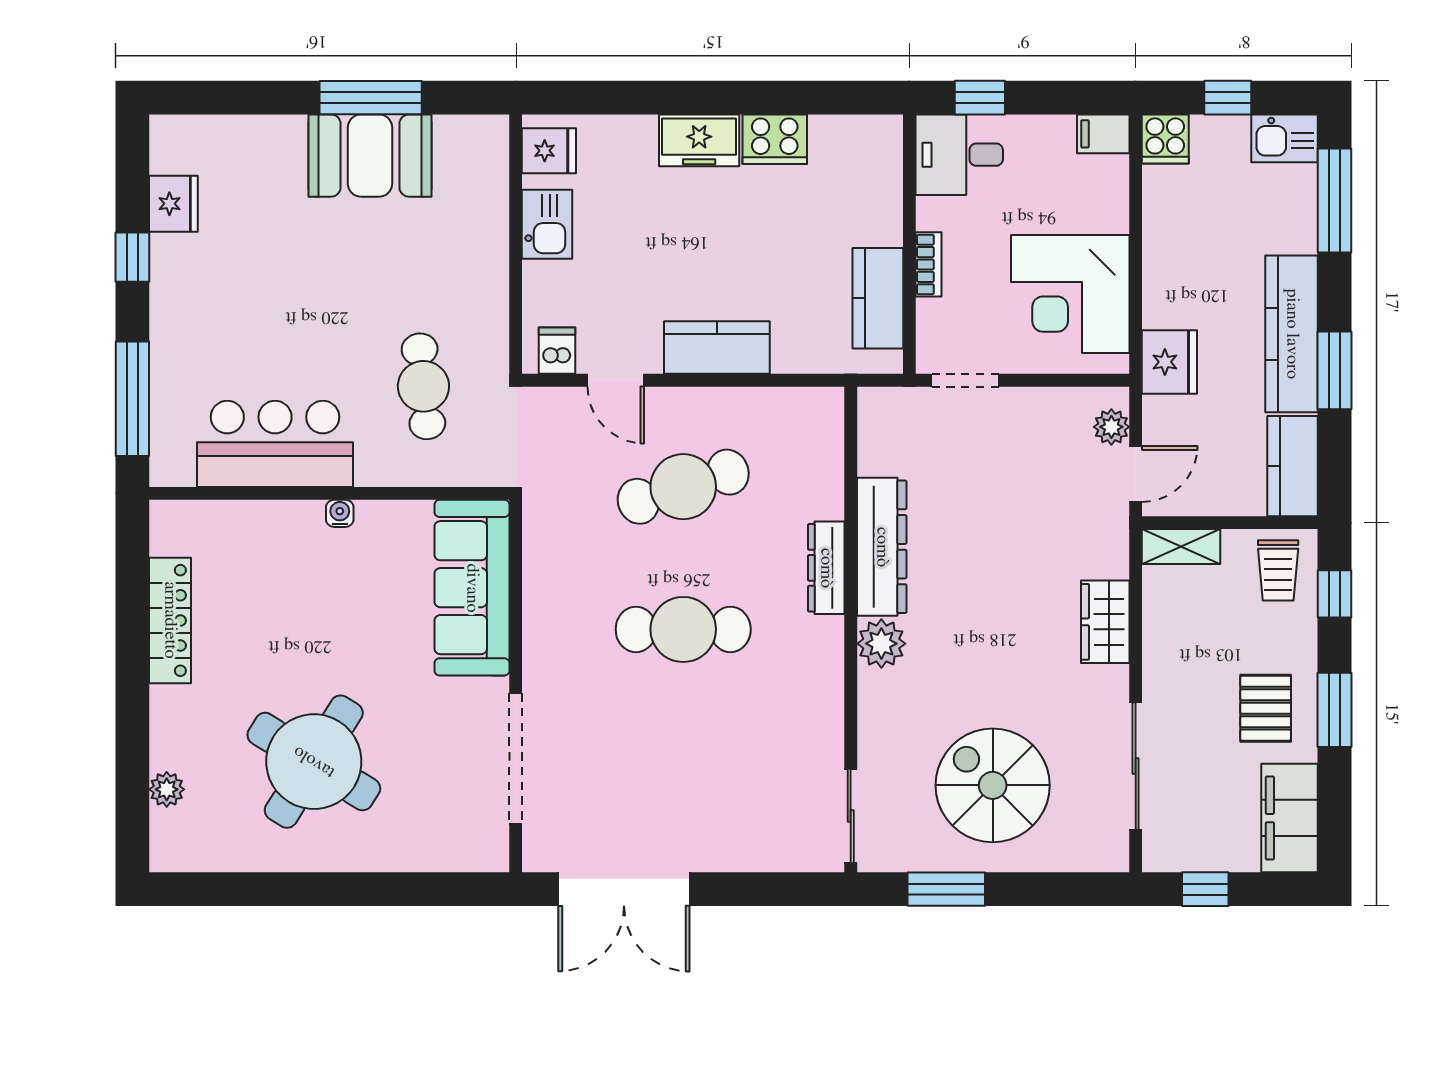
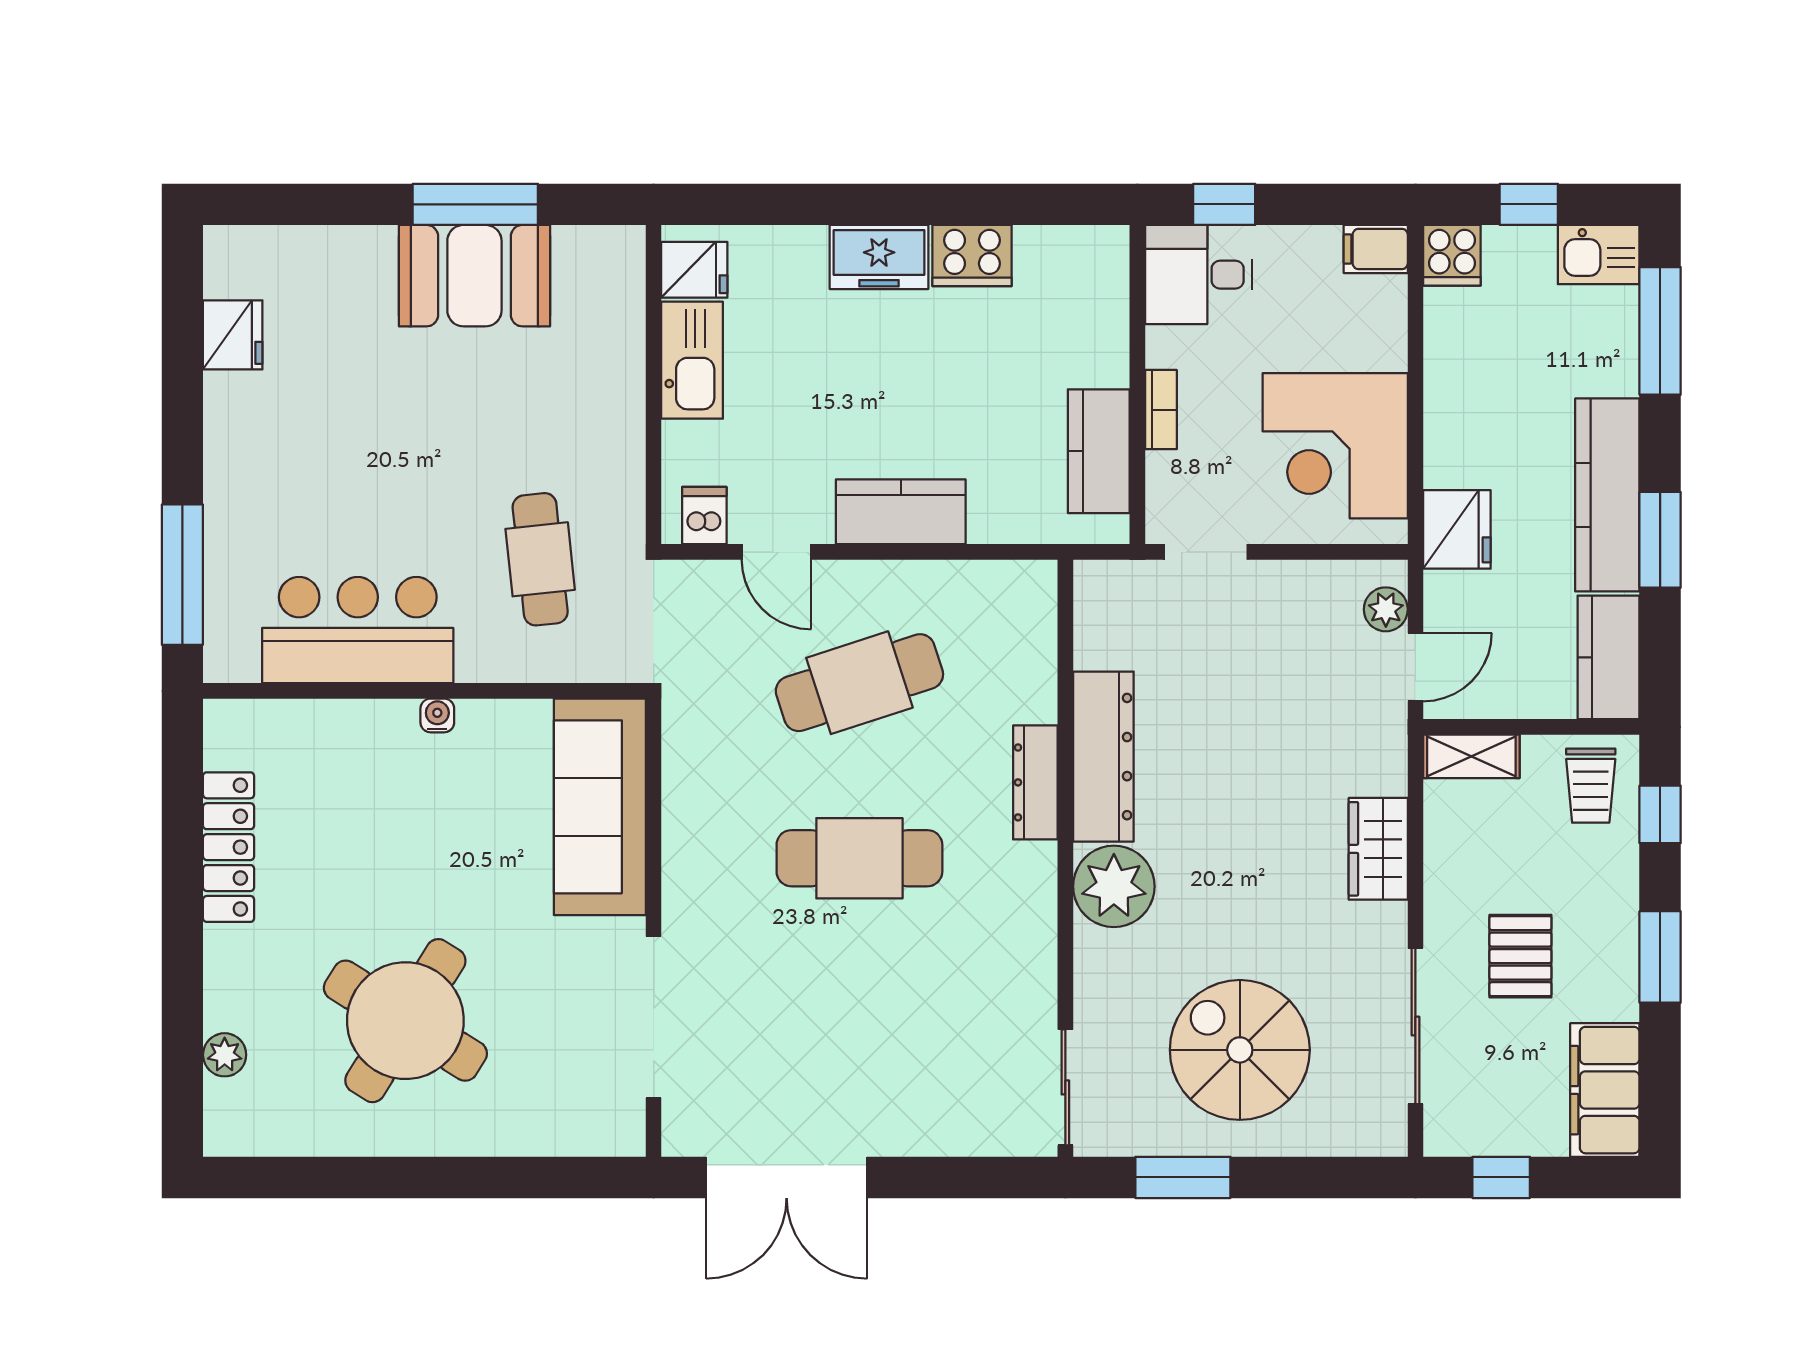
kitchen sink: (547, 224) -> (692, 360), width x1.38
window: (132, 257) -> (182, 400), removed
plant: (881, 644) -> (1114, 886), width x1.36, depth x1.36
pallet: (1266, 708) -> (1520, 956), moved

